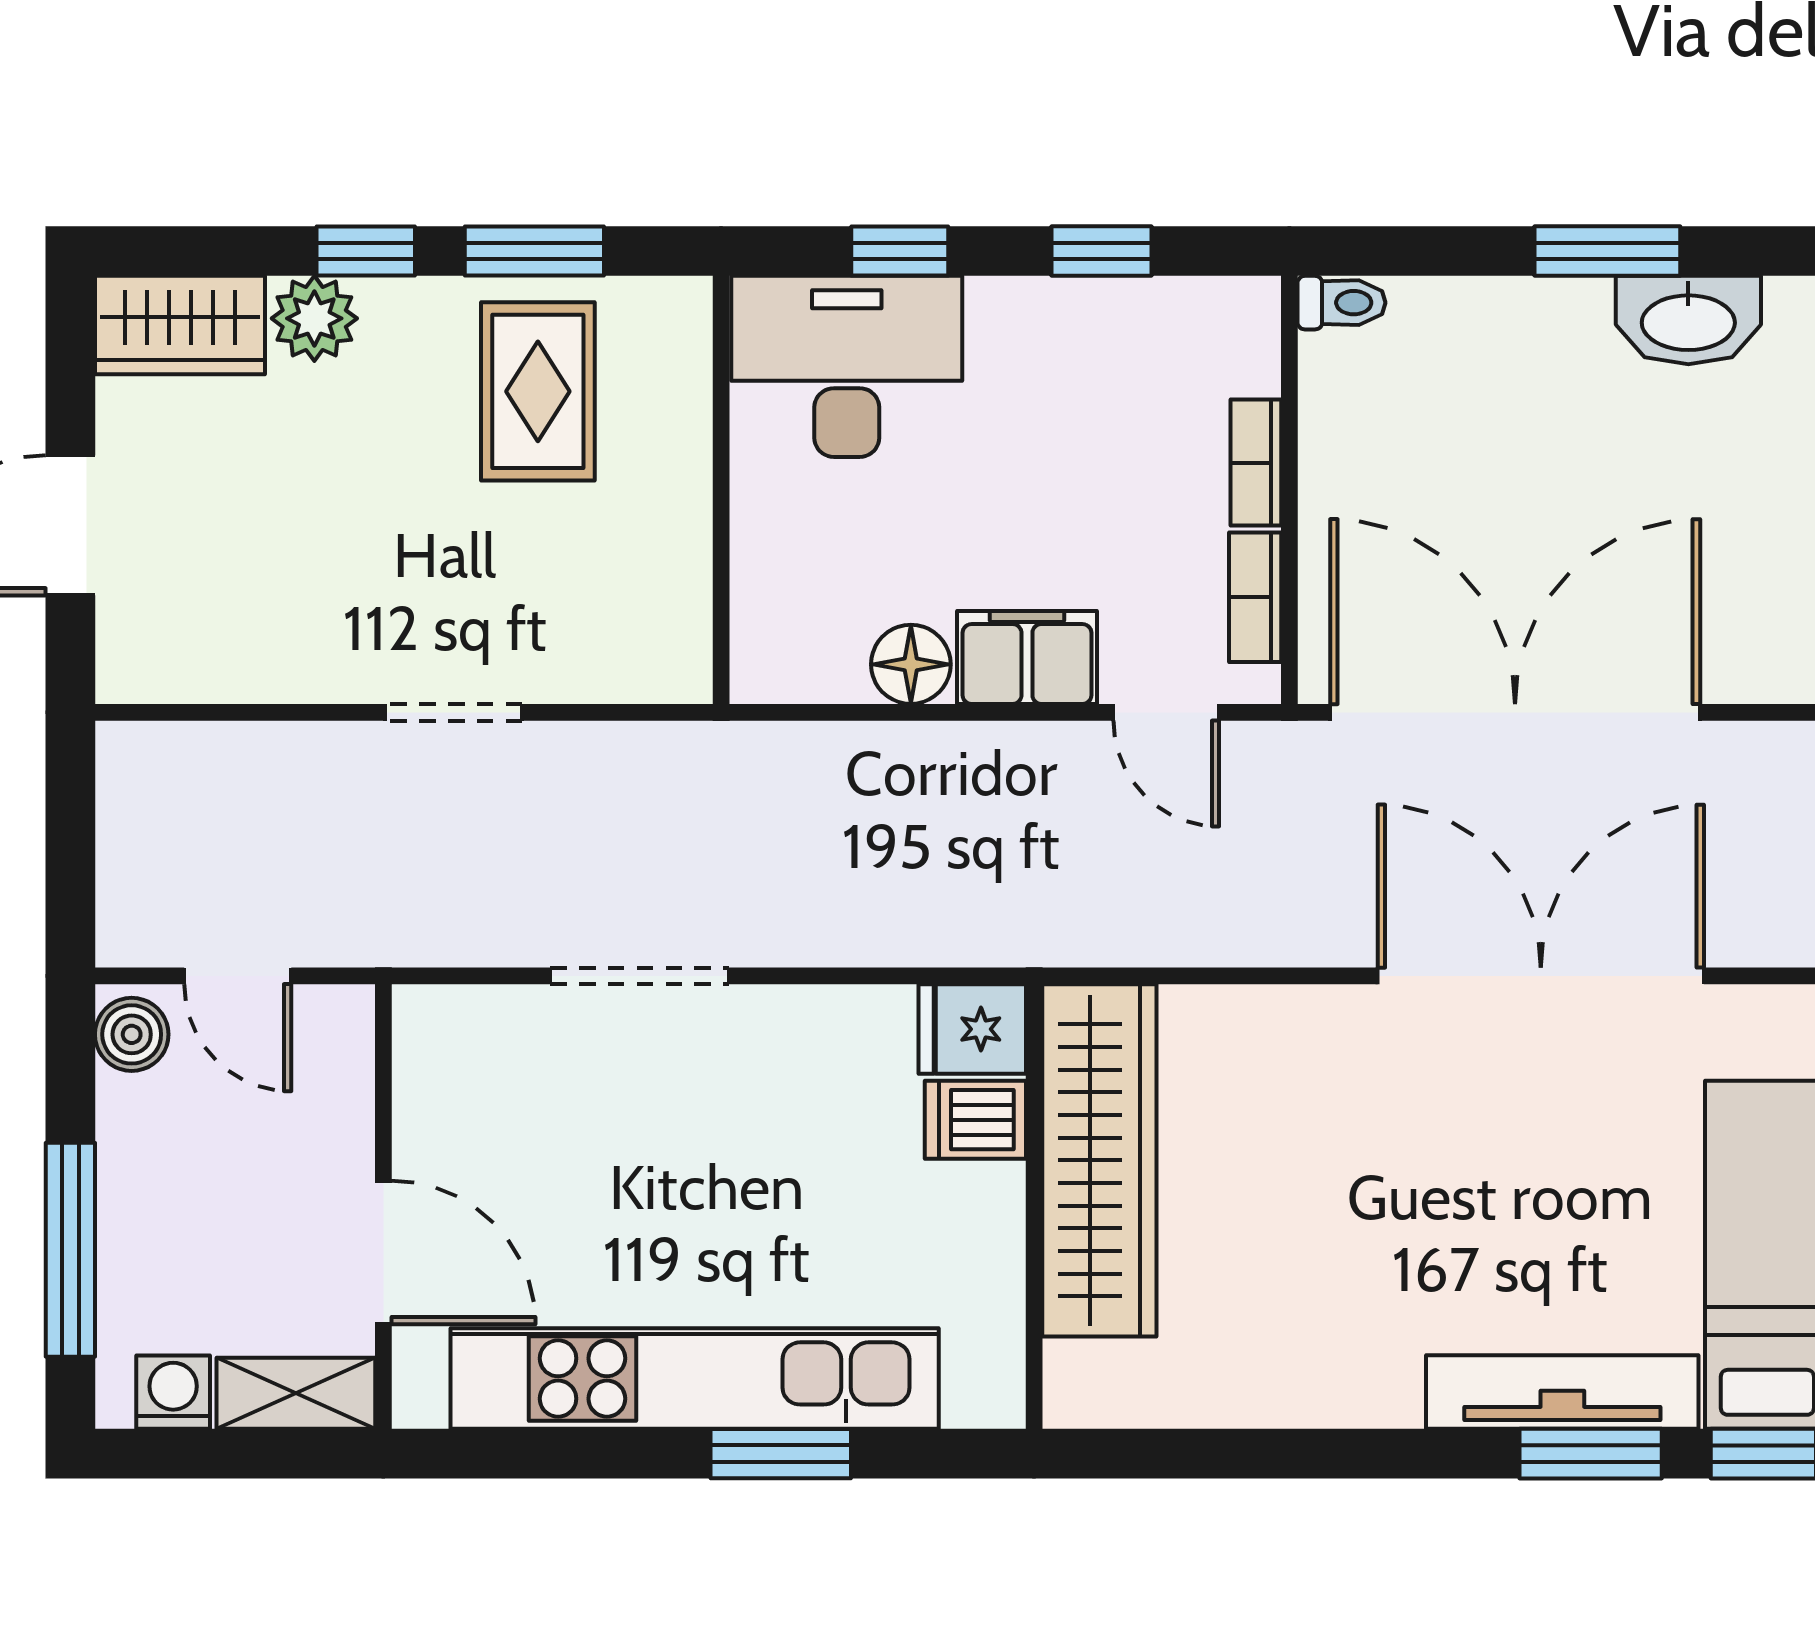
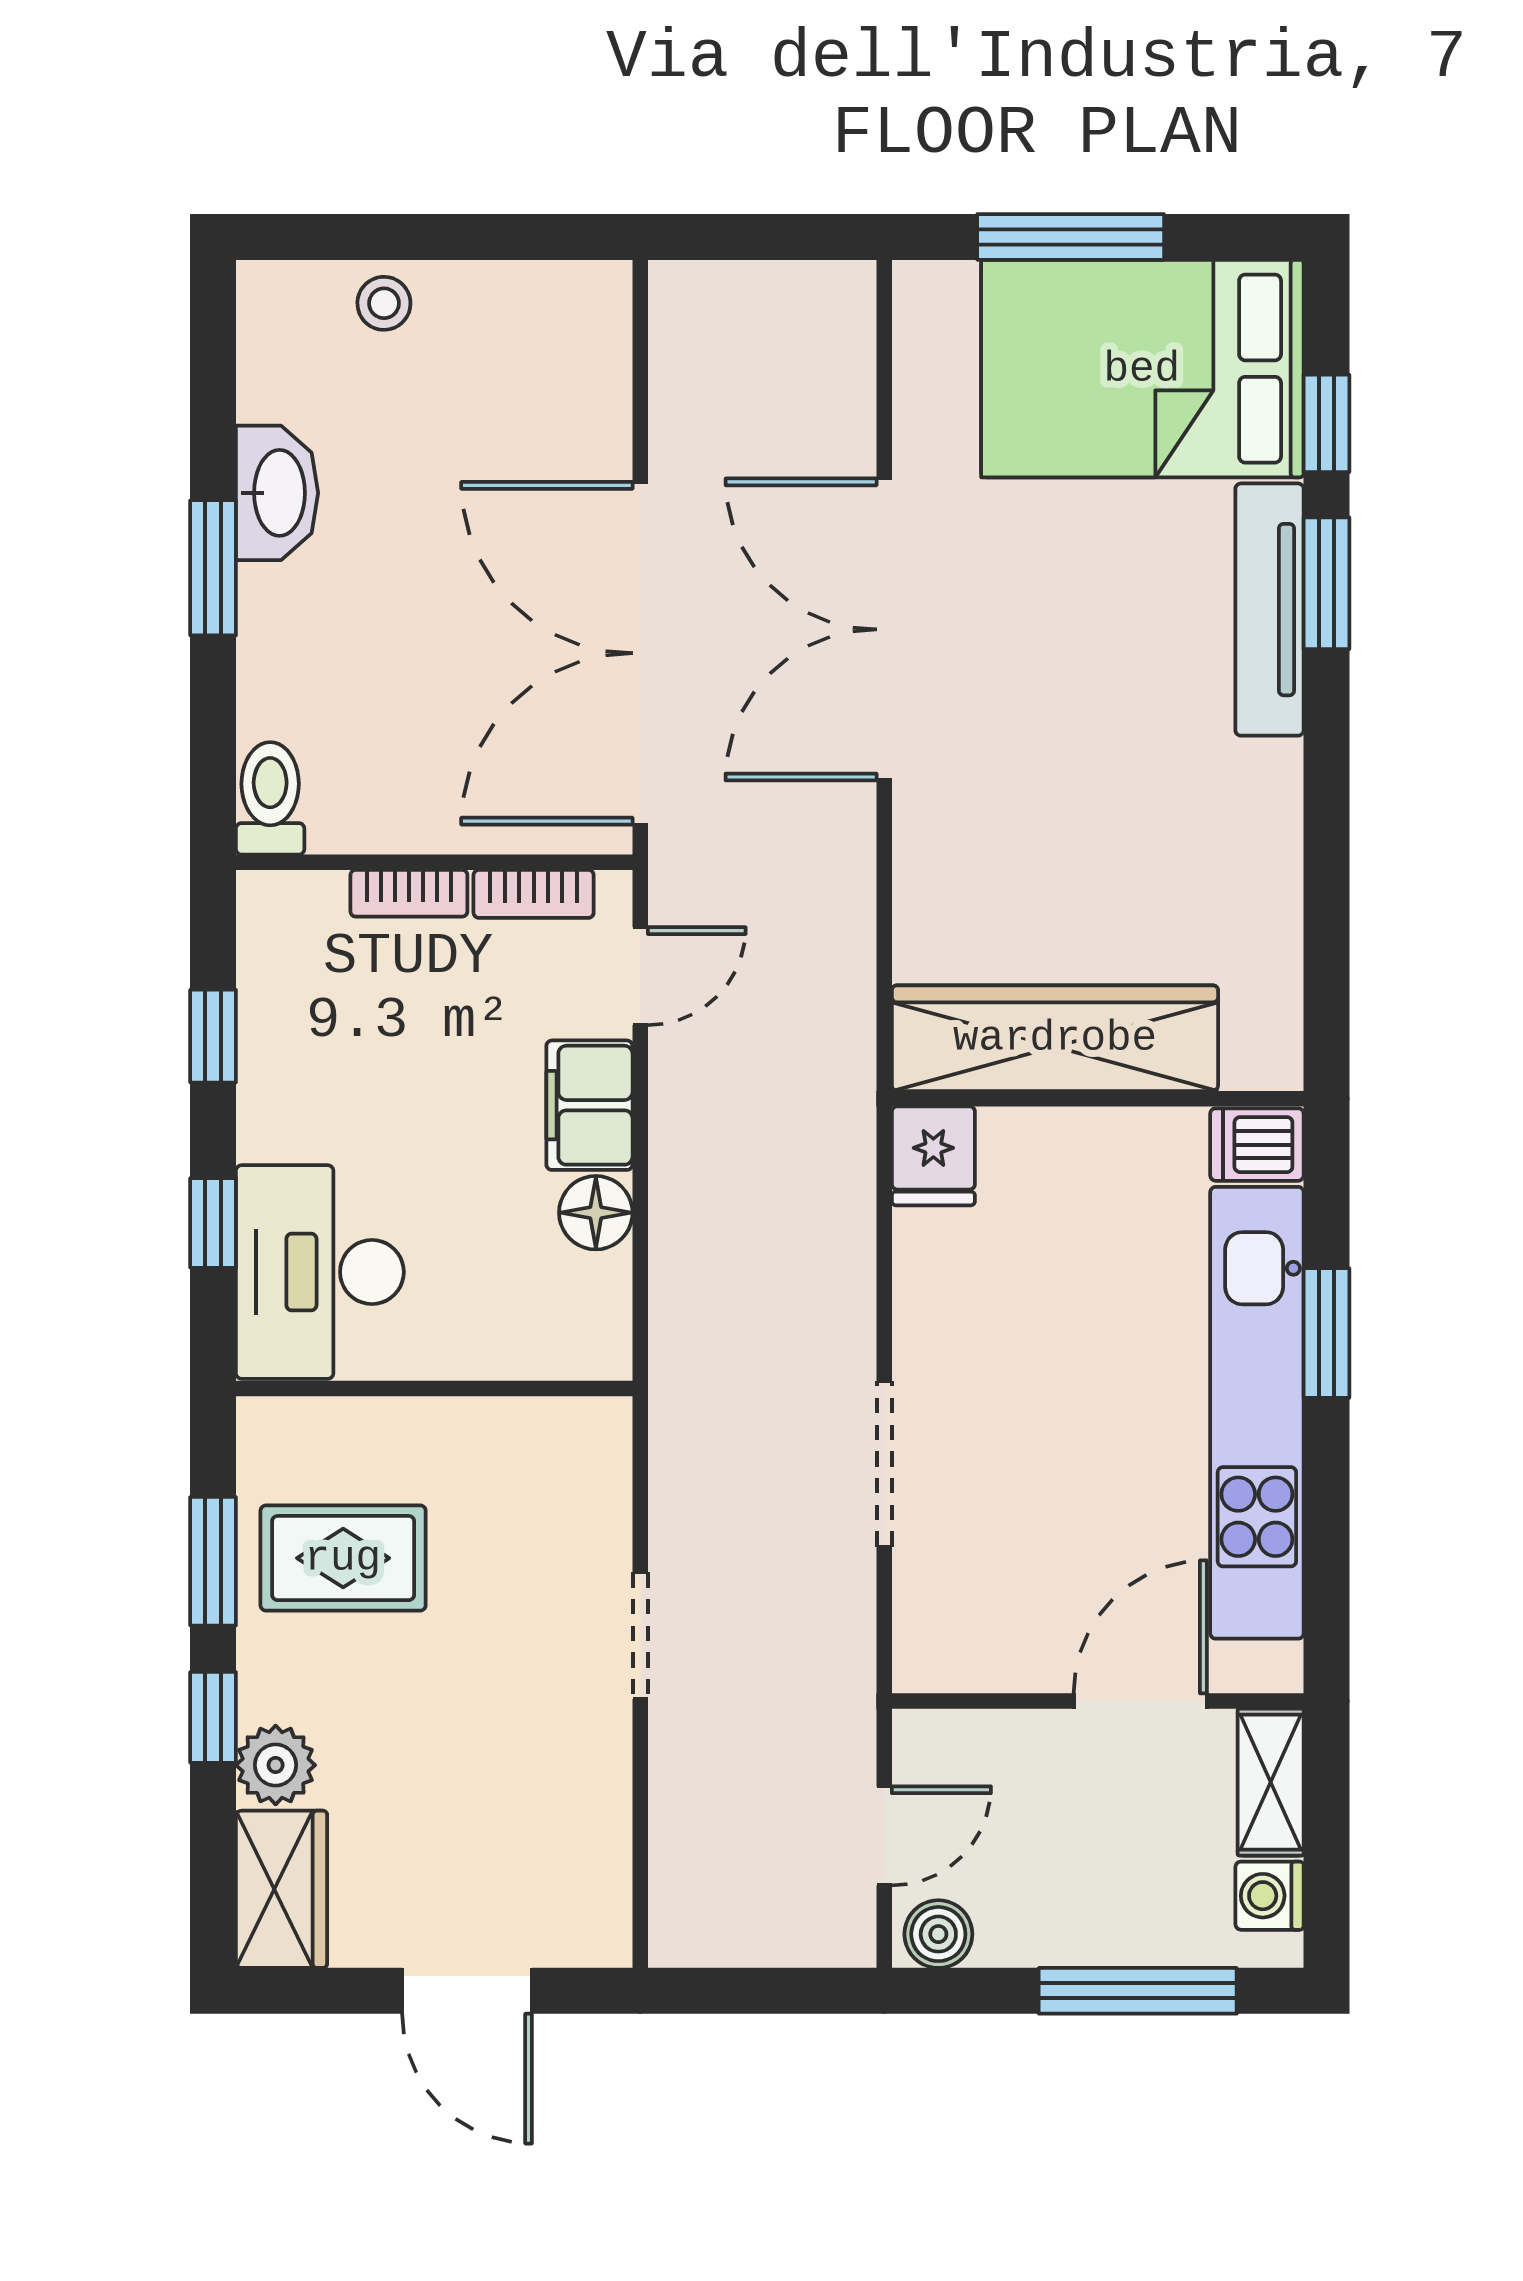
toilet: (1341, 303) -> (270, 798), width x1.37, depth x1.39
dishwasher: (975, 1120) -> (1257, 1145), moved, turned 90

